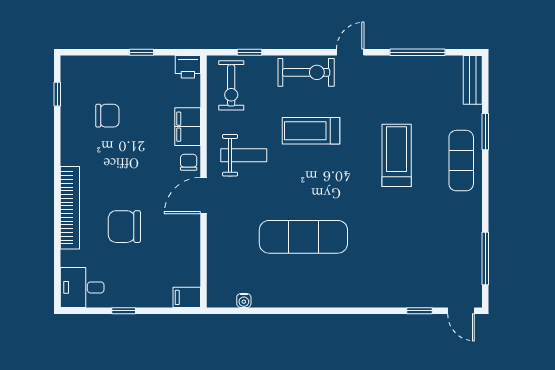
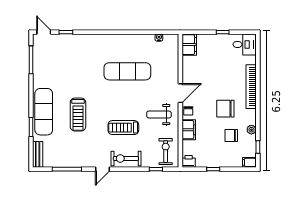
filing cabinet: (73, 65) -> (249, 162), added
plant: (69, 127) -> (251, 130), added
treadmill: (311, 131) -> (123, 128), turned 180
exercise mat: (461, 161) -> (44, 112), width x1.36, depth x1.45
chair: (124, 227) -> (225, 109), moved, turned 180
filing cabinet: (187, 297) -> (189, 45), width x2.00

